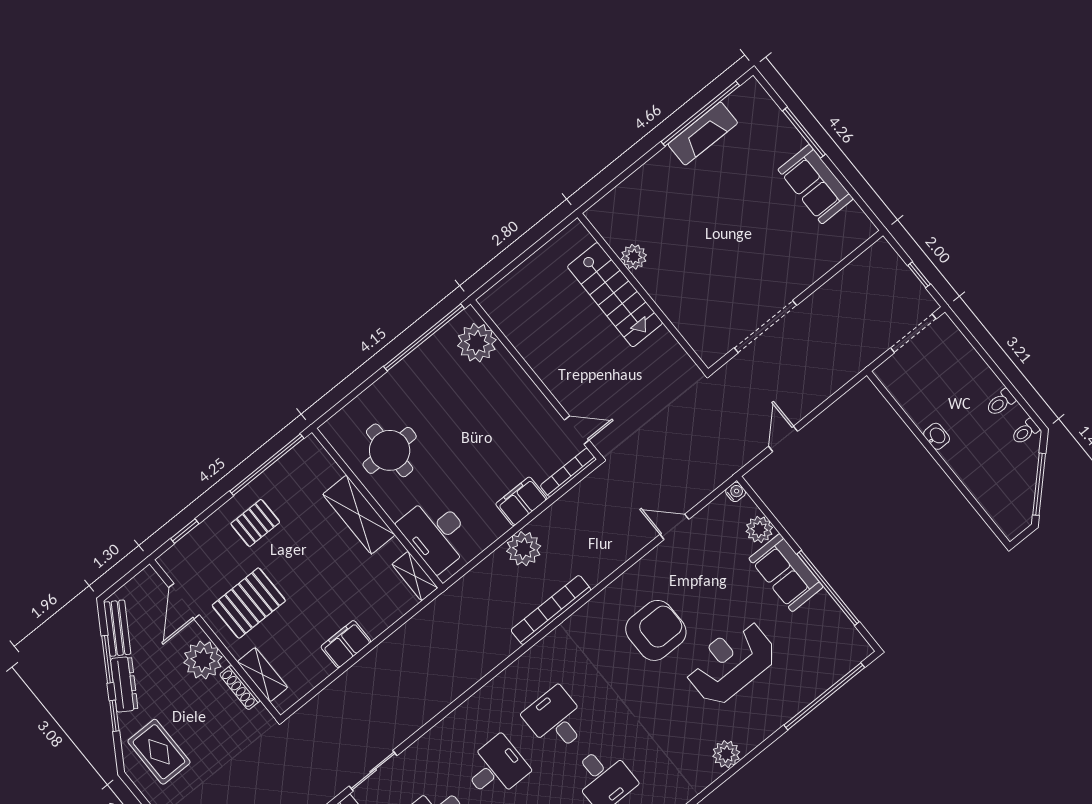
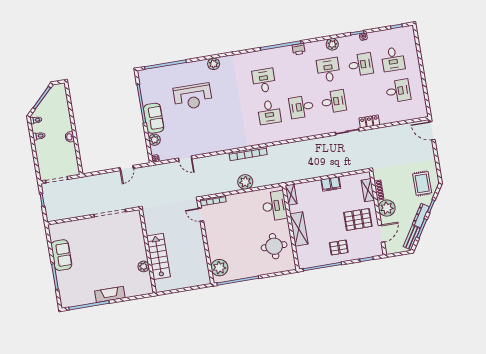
fireplace: (703, 134) -> (110, 294), moved
filing cabinet: (521, 501) -> (236, 200), removed
armchair: (656, 630) -> (214, 124), removed

